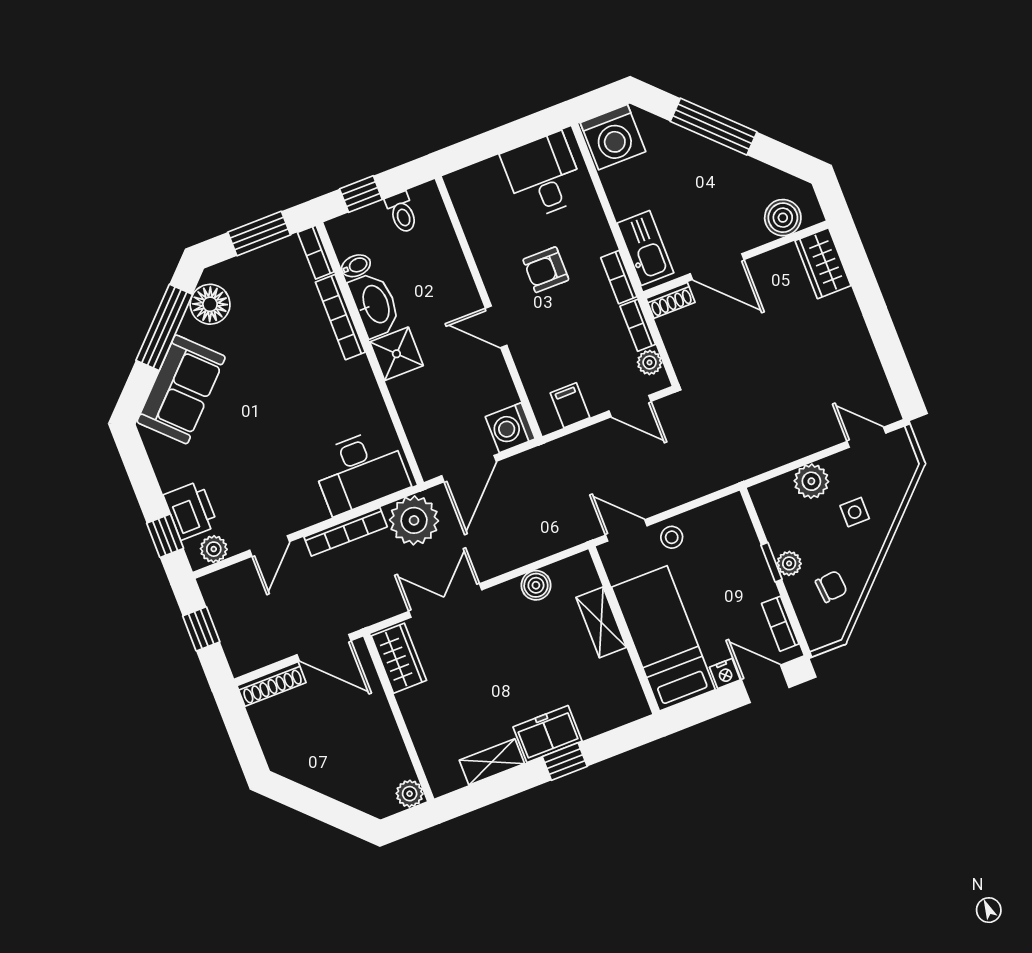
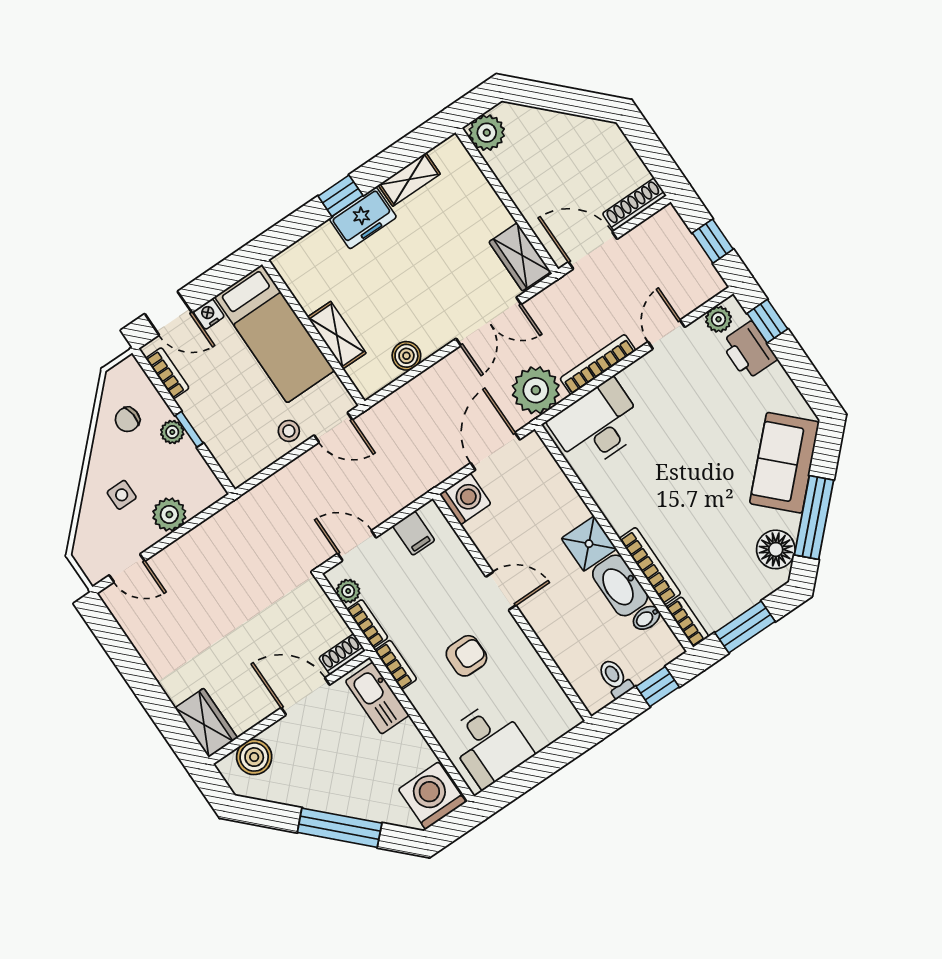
plant: (410, 794) -> (487, 133), width x1.38, depth x1.38

